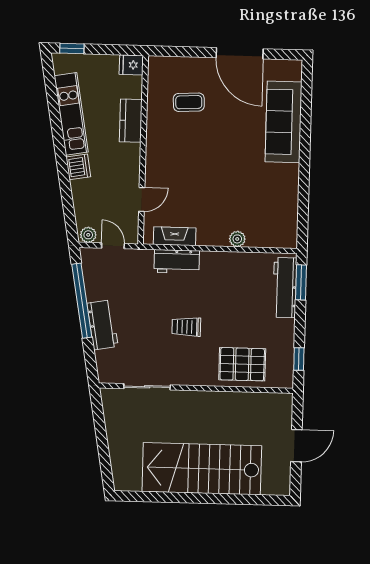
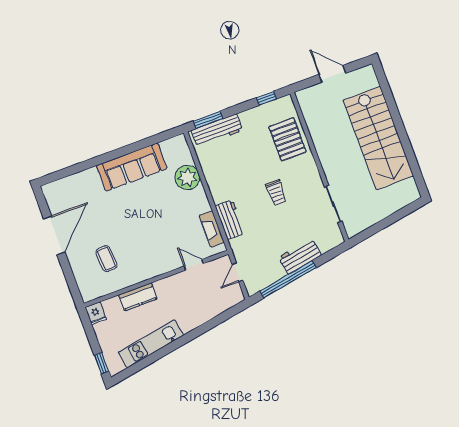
sofa: (283, 122) -> (132, 167), moved
dishwasher: (78, 167) -> (189, 322), removed
plant: (88, 235) -> (237, 294), removed
plant: (237, 239) -> (187, 178), width x1.87, depth x1.87

